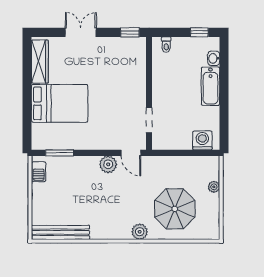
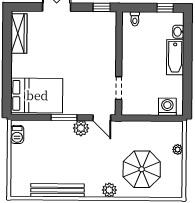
bed: (60, 103) -> (37, 95), moved
window: (60, 153) -> (64, 118), moved
bench: (61, 232) -> (57, 190), moved

